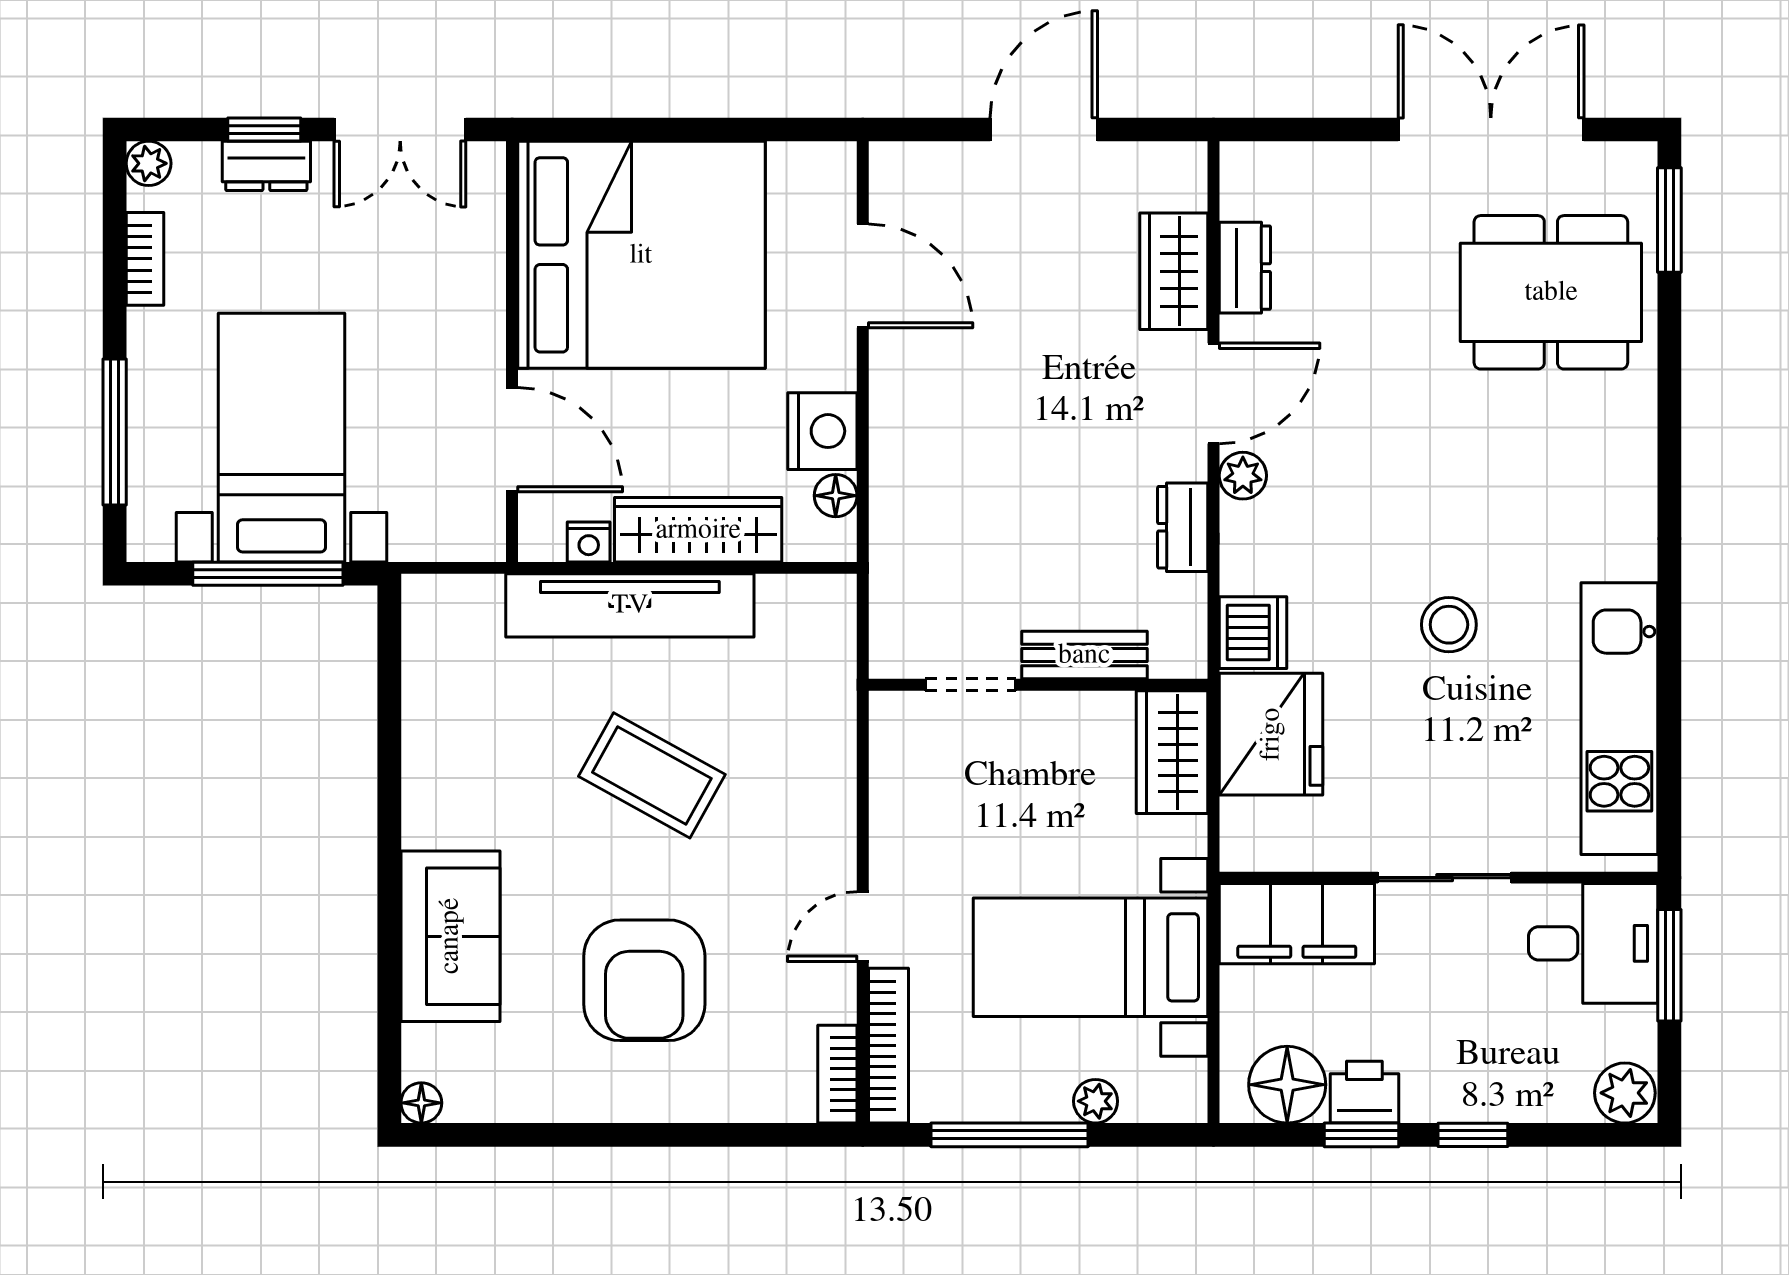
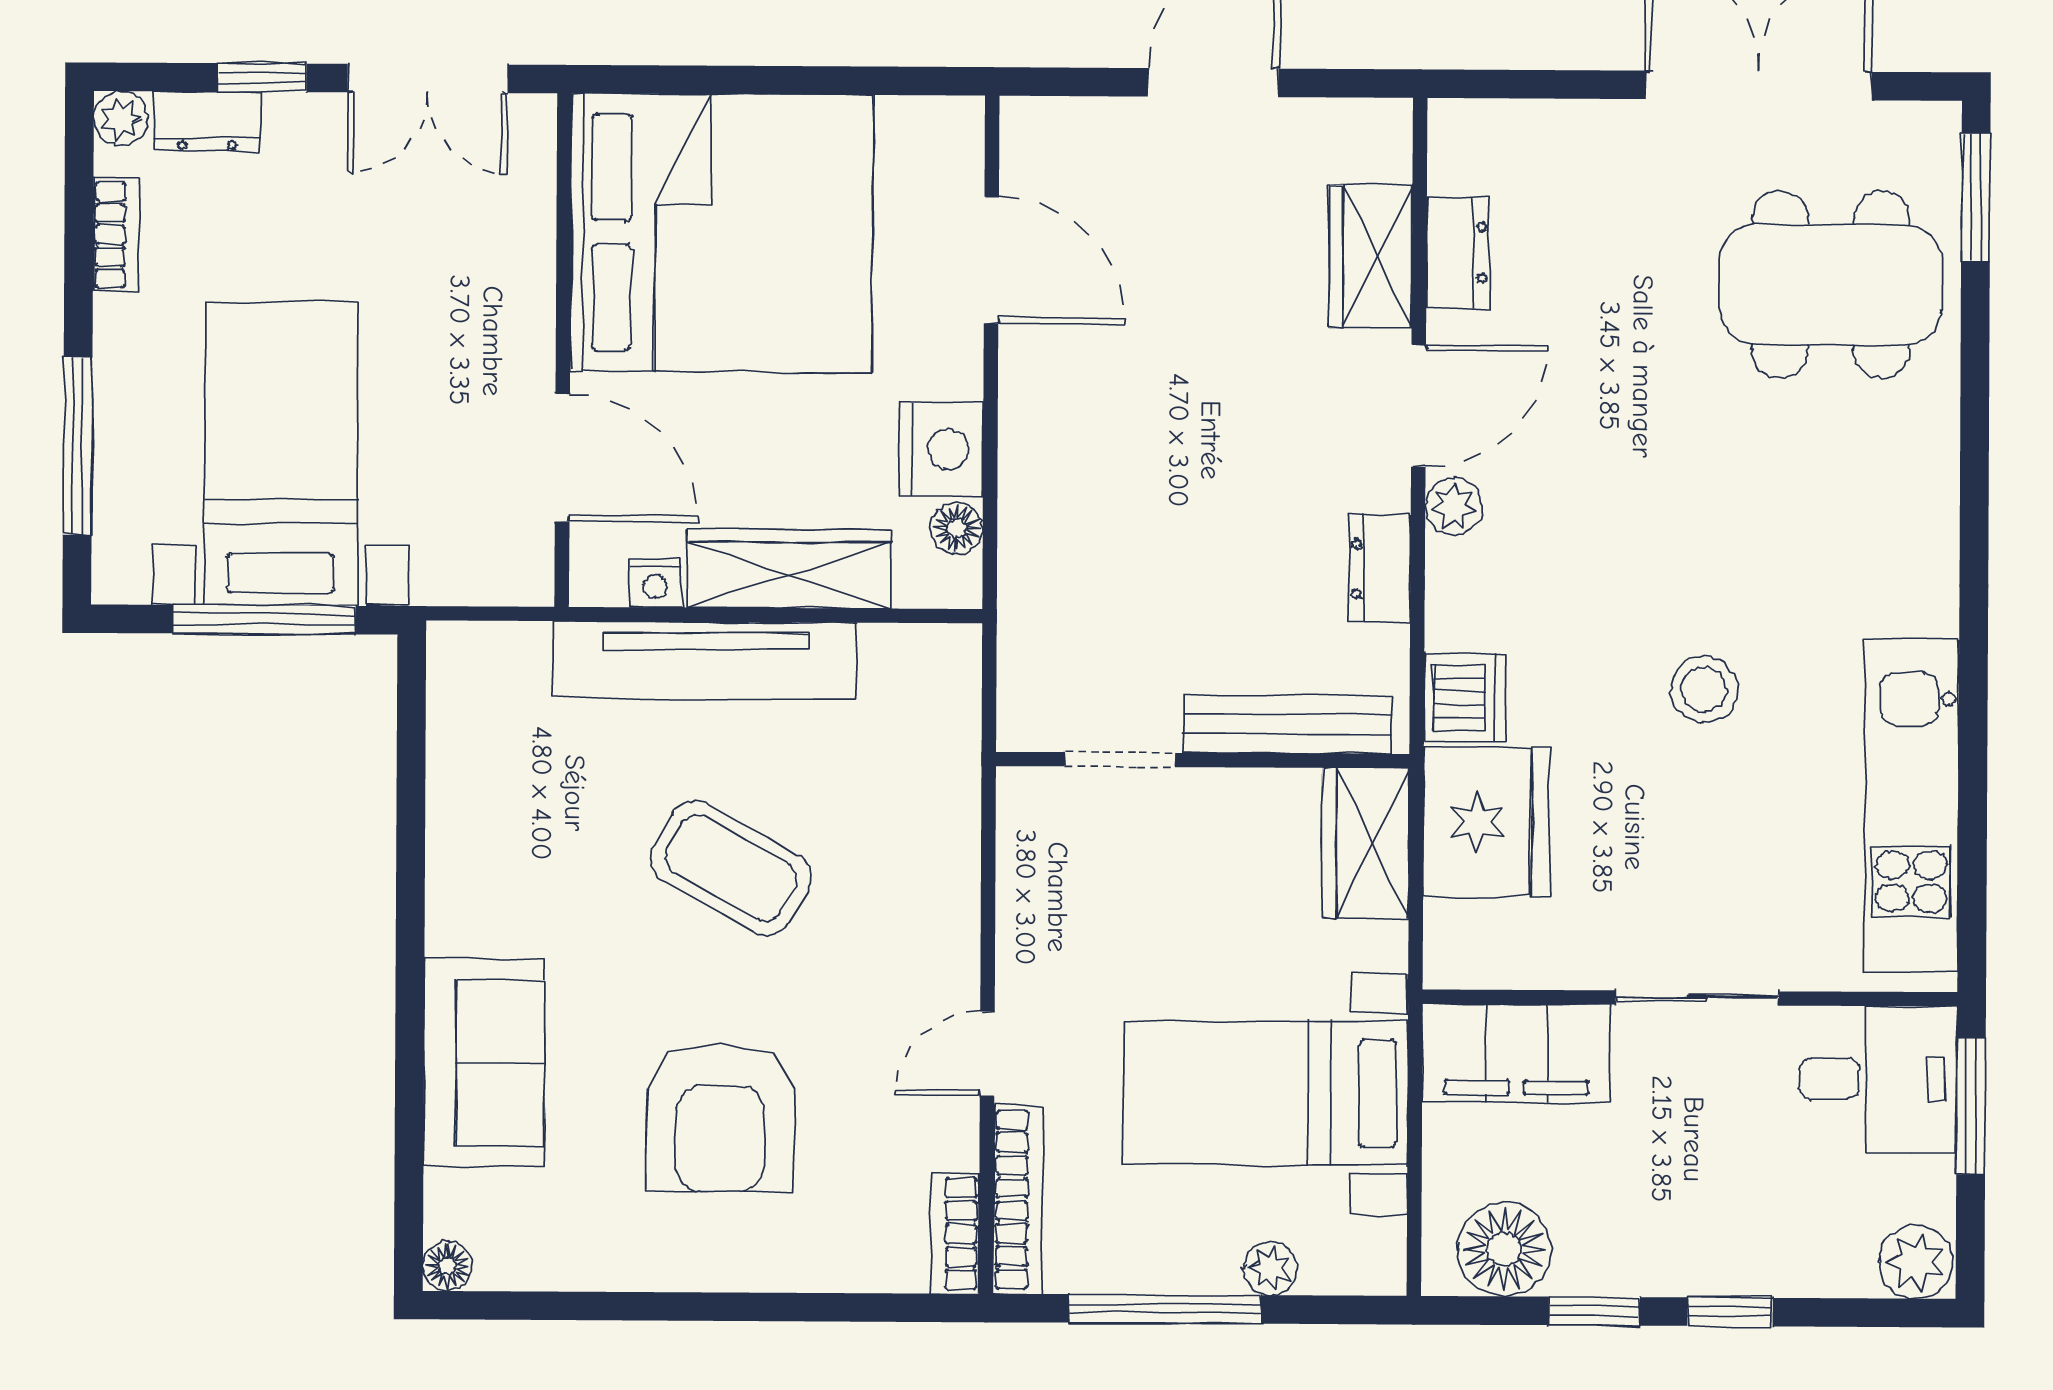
dresser: (266, 166) -> (207, 122), moved
bench: (1084, 655) -> (1287, 724), width x1.36
printer: (1364, 1092) -> (1598, 1259), removed

